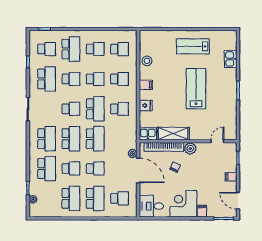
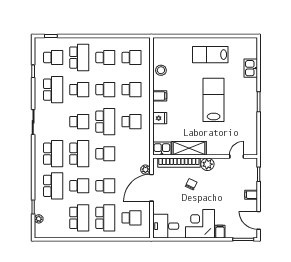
school desk: (95, 139) -> (105, 154), width x0.54
door: (138, 170) -> (151, 188), swing flipped

